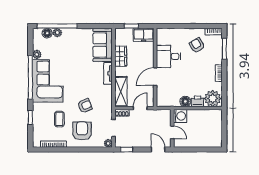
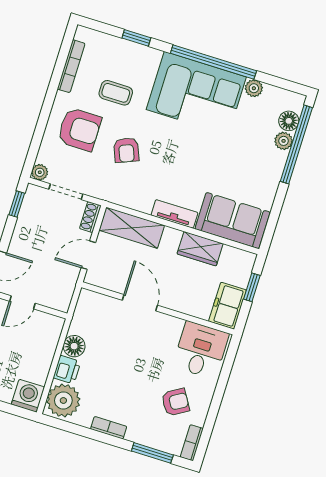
desk: (169, 56) -> (201, 350), moved
door: (140, 108) -> (88, 255), swing flipped
washing machine: (180, 116) -> (28, 396), moved, turned 180

